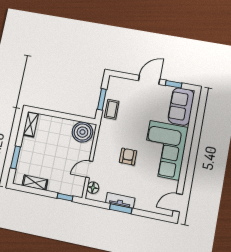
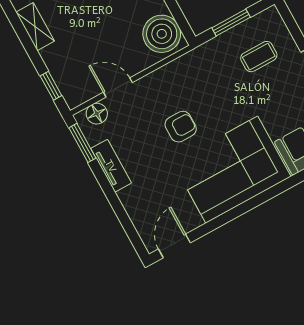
coffee table: (112, 109) -> (259, 57), moved
door: (178, 203) -> (174, 246), hinge flipped
window: (121, 209) -> (82, 143), moved

